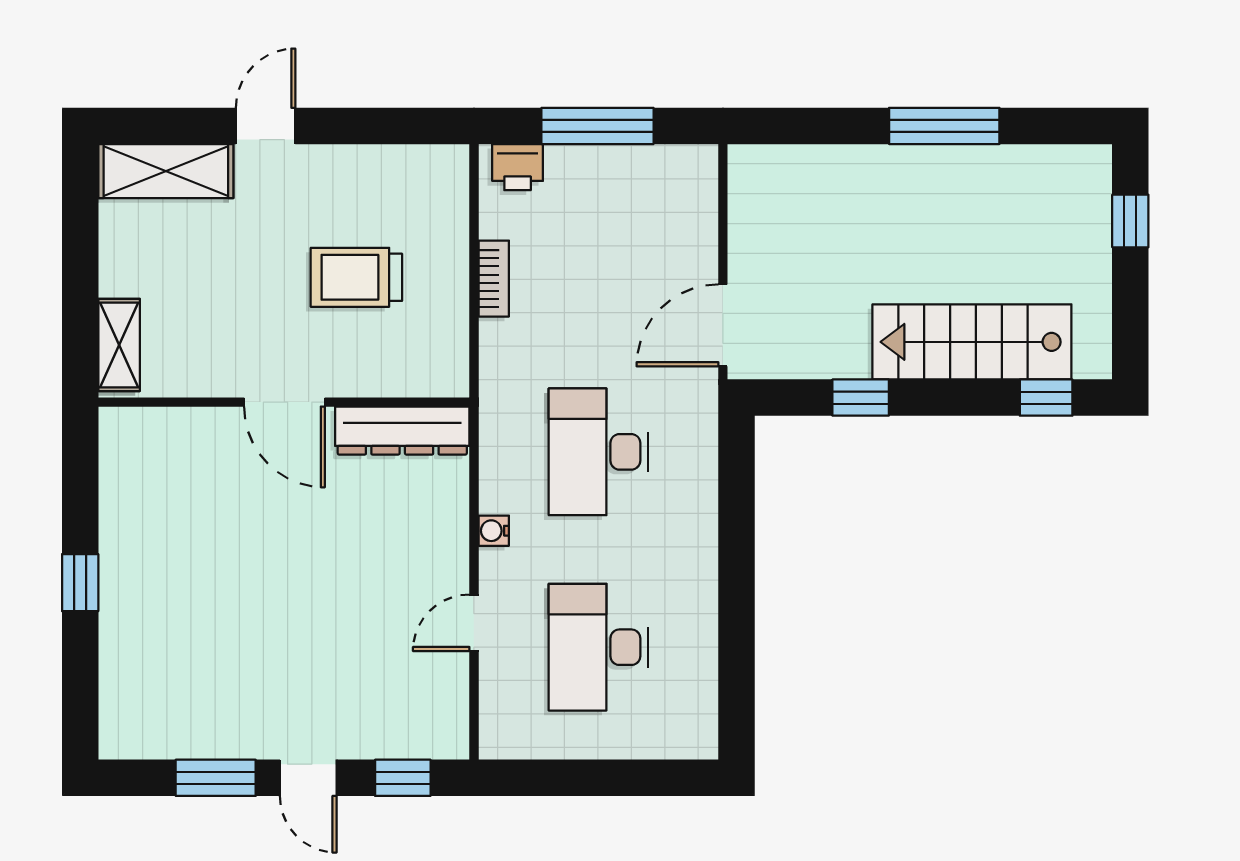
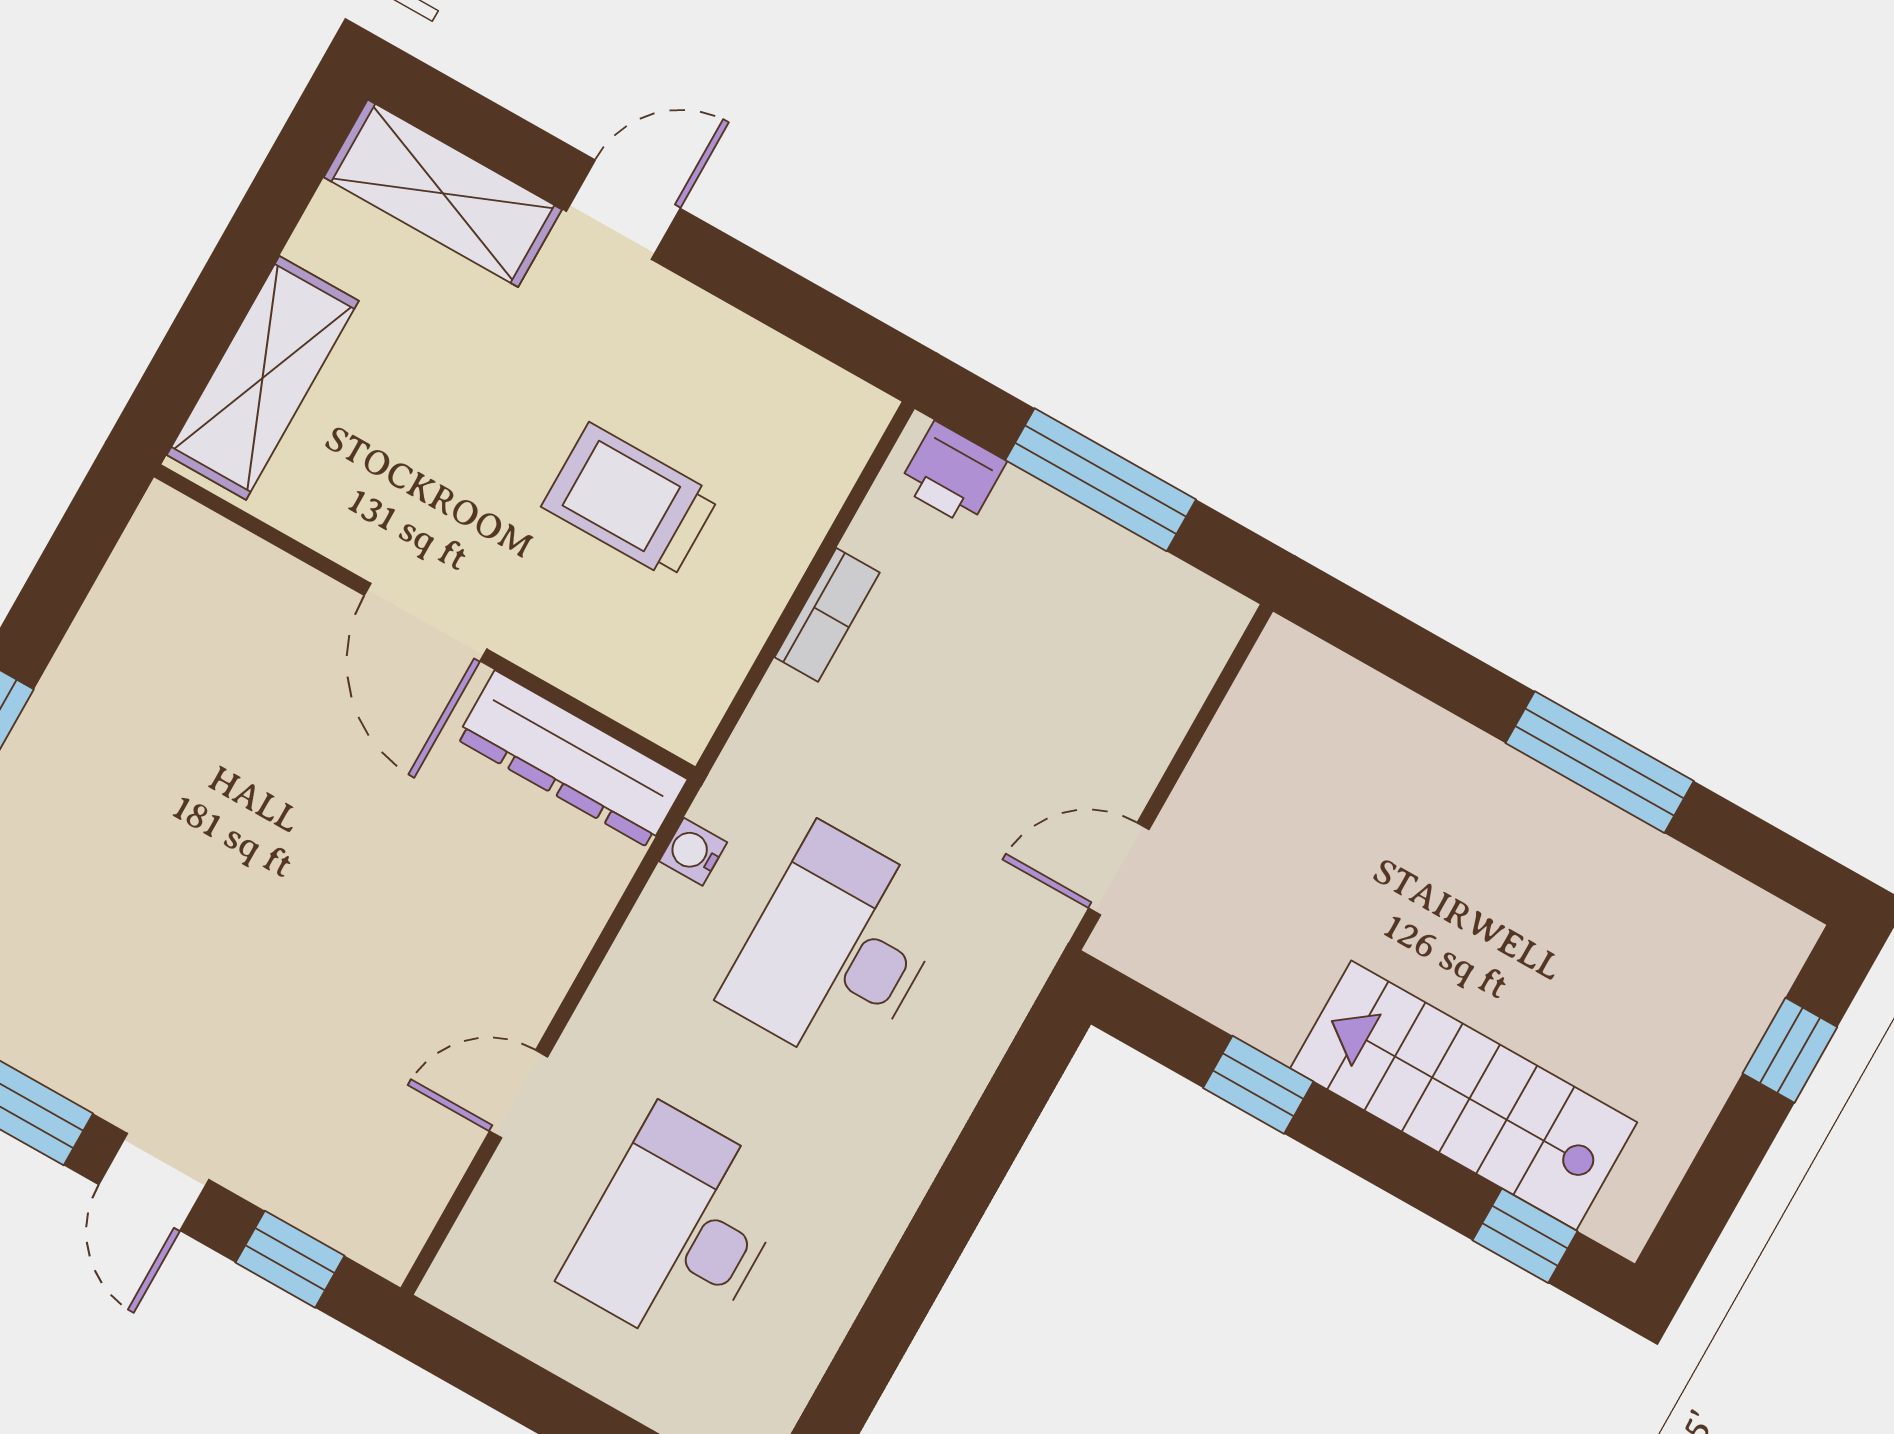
door: (723, 325) -> (1119, 869), width x0.73
shelving: (119, 345) -> (263, 378), width x1.50, depth x1.33
water cooler: (494, 531) -> (693, 852), moved

